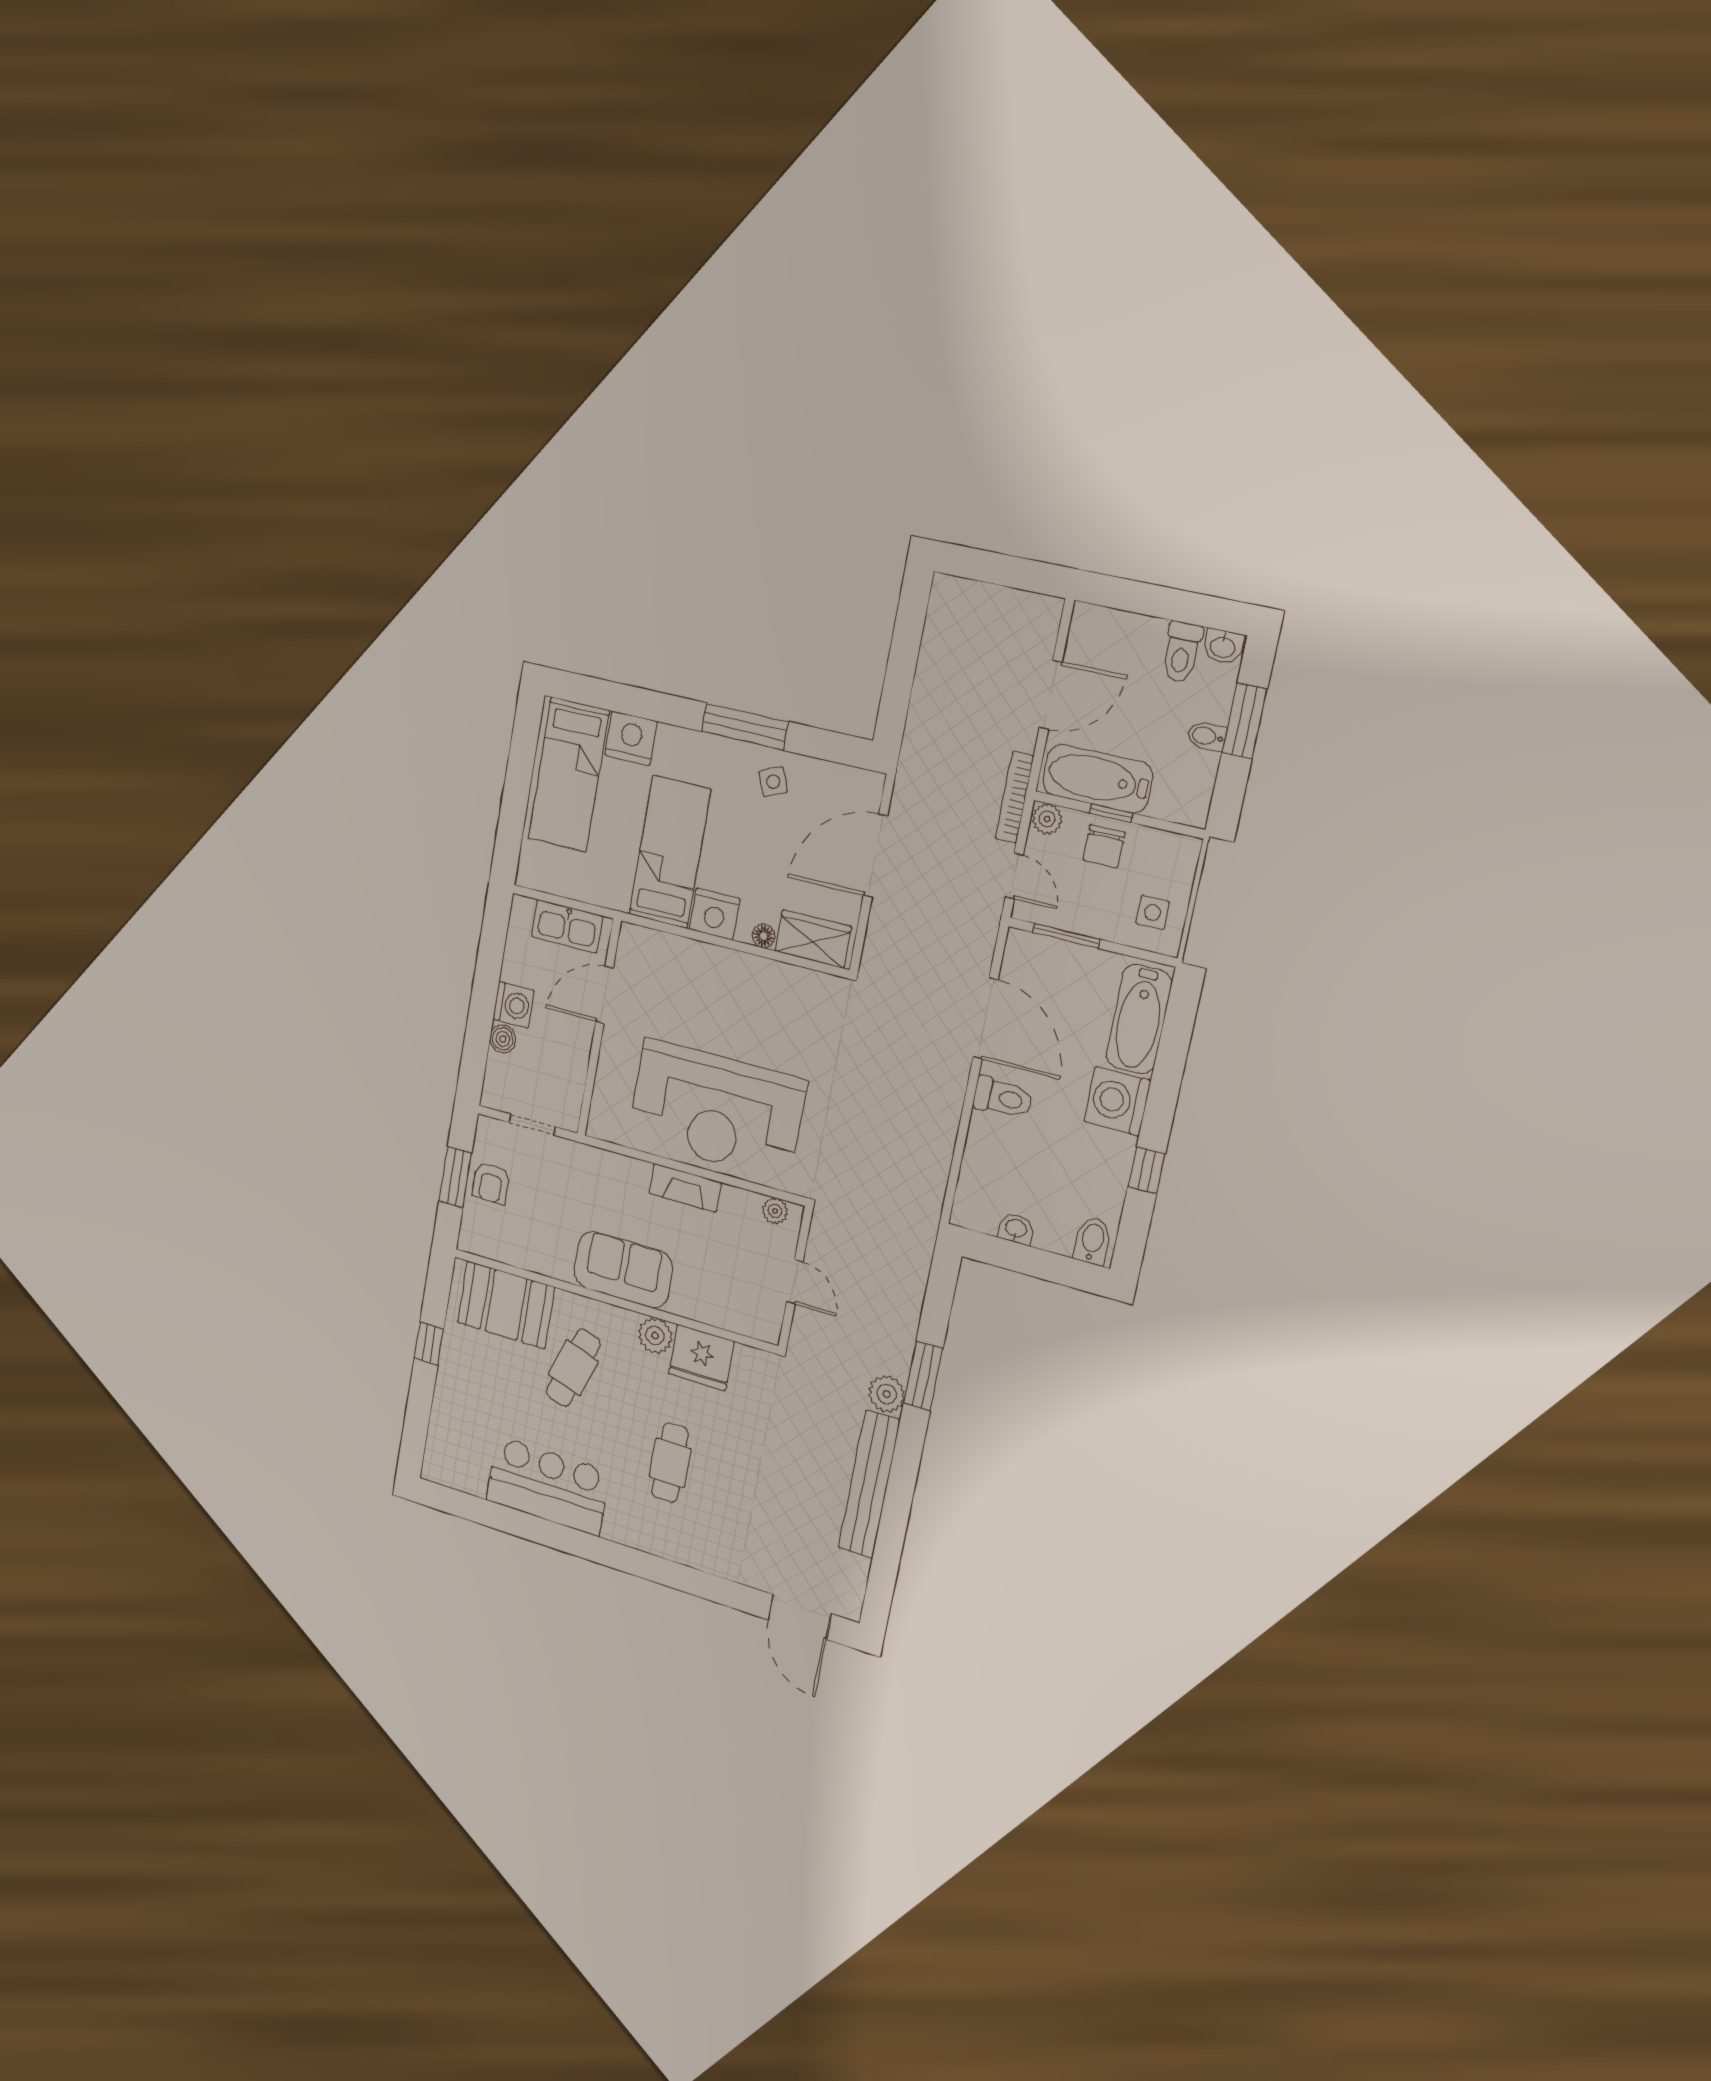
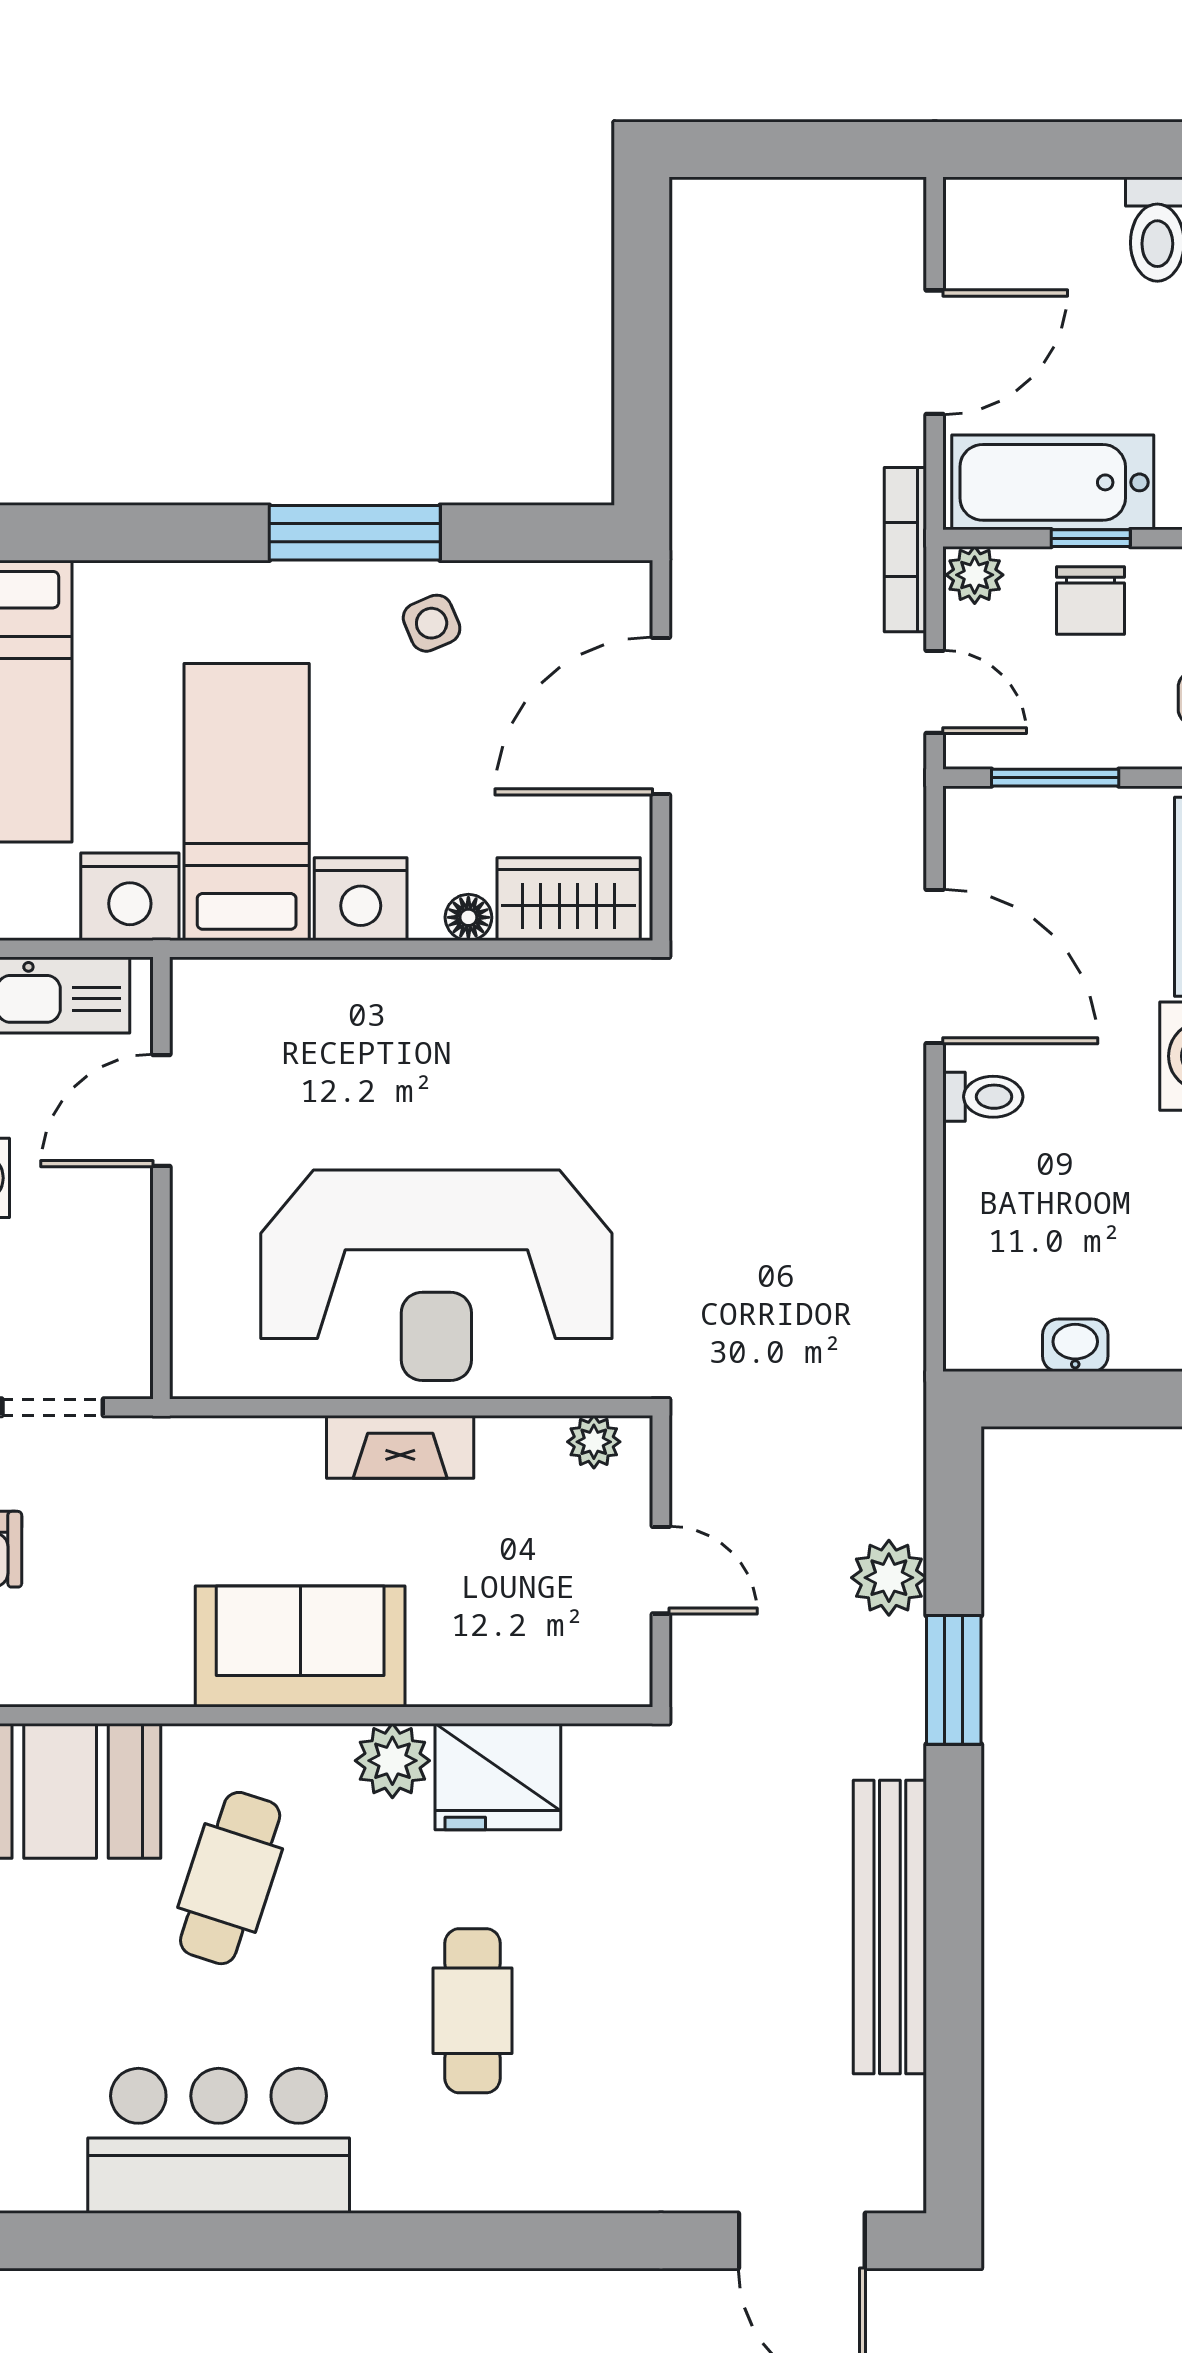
nightstand: (631, 738) -> (130, 897), moved, turned 180
toilet: (1003, 1098) -> (983, 1097), width x0.73, depth x0.72
plant: (887, 1394) -> (889, 1578), moved

